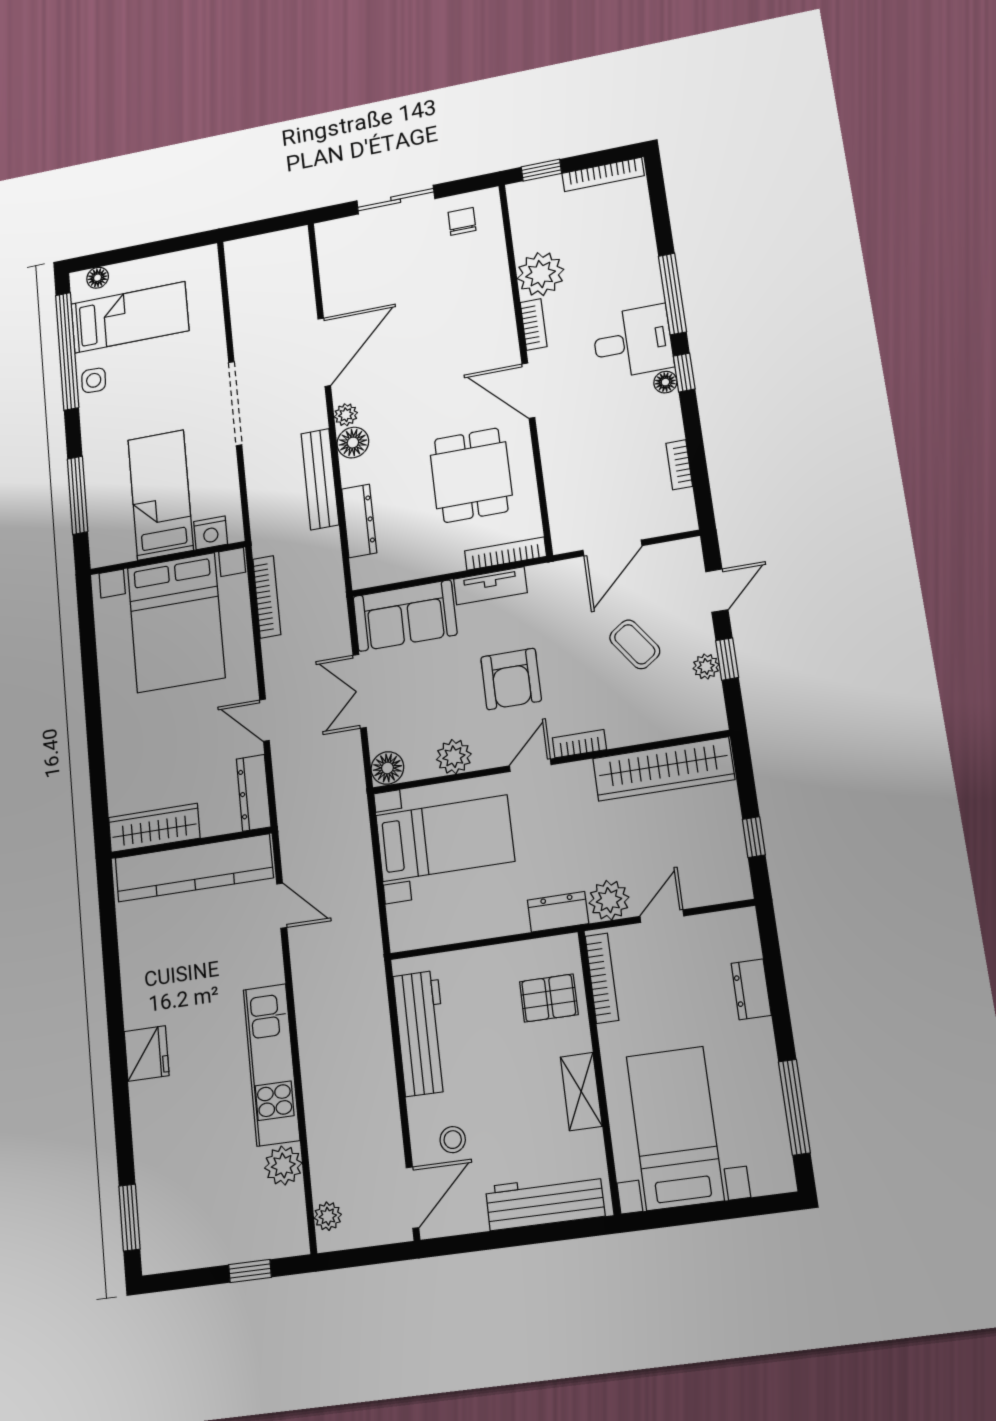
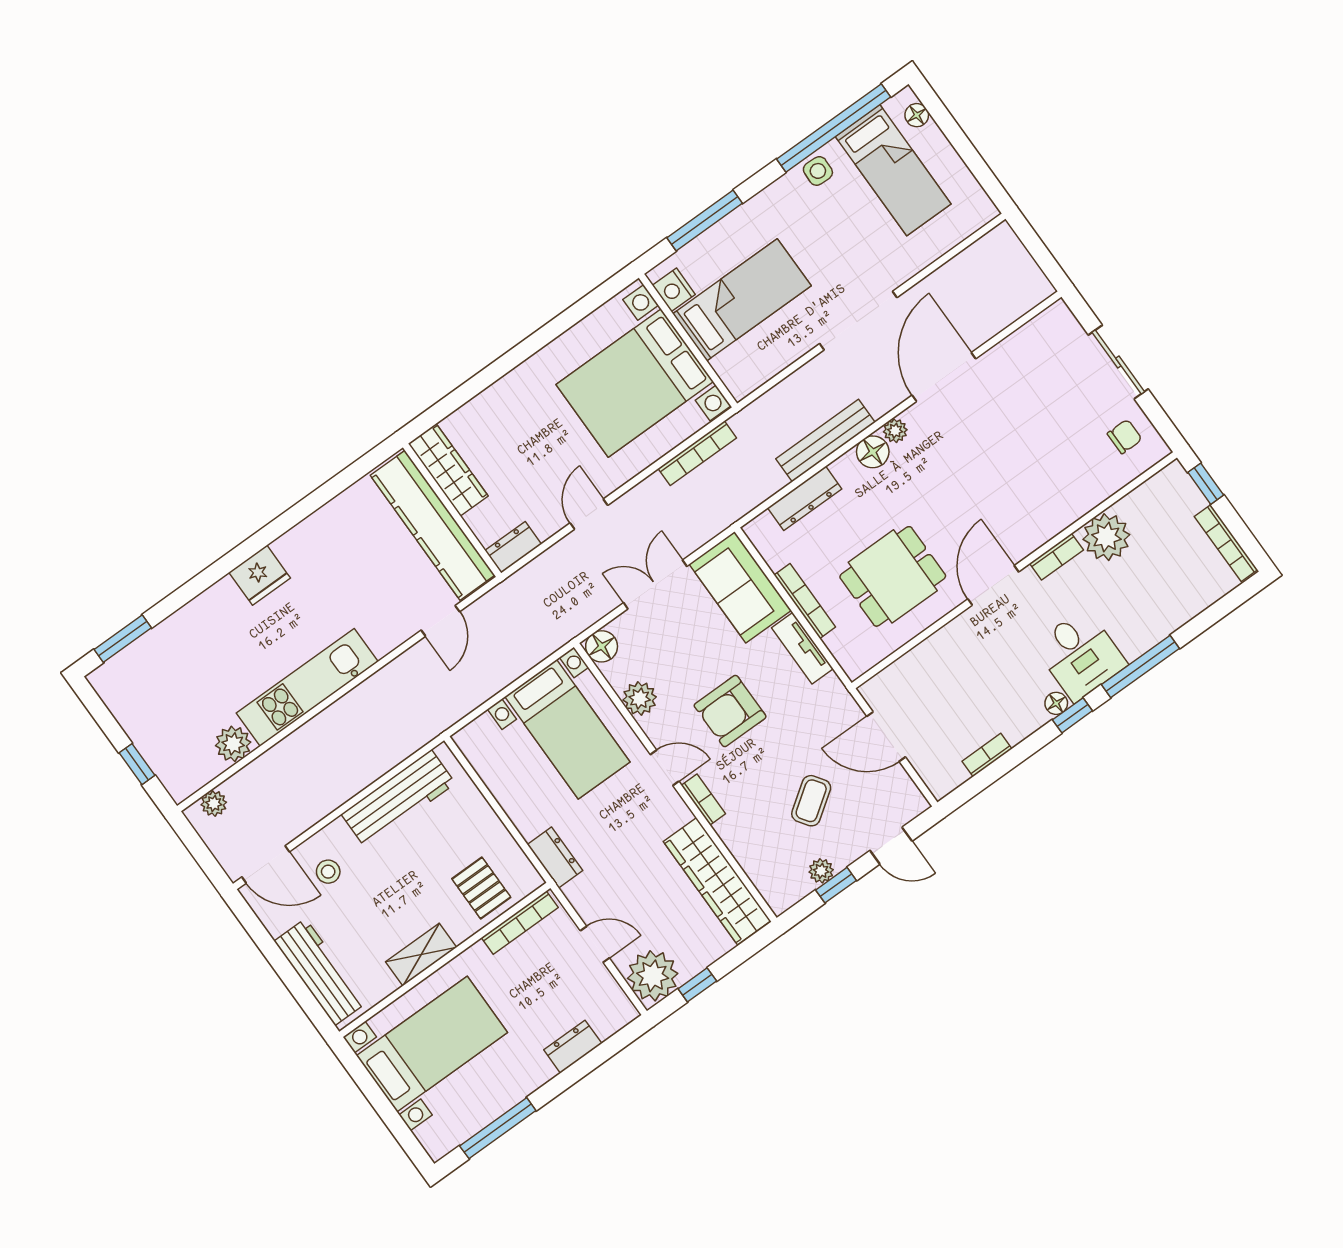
door: (324, 352) -> (944, 377), swing flipped
nightstand: (211, 533) -> (674, 290), moved
bookcase: (505, 554) -> (805, 601), moved
dresser: (254, 793) -> (513, 547), width x0.70
plant: (609, 900) -> (653, 976), moved, width x1.36, depth x1.36

